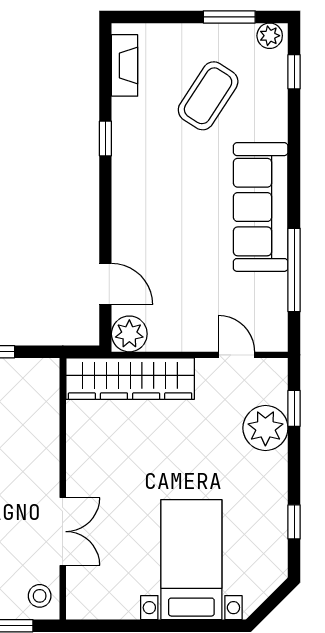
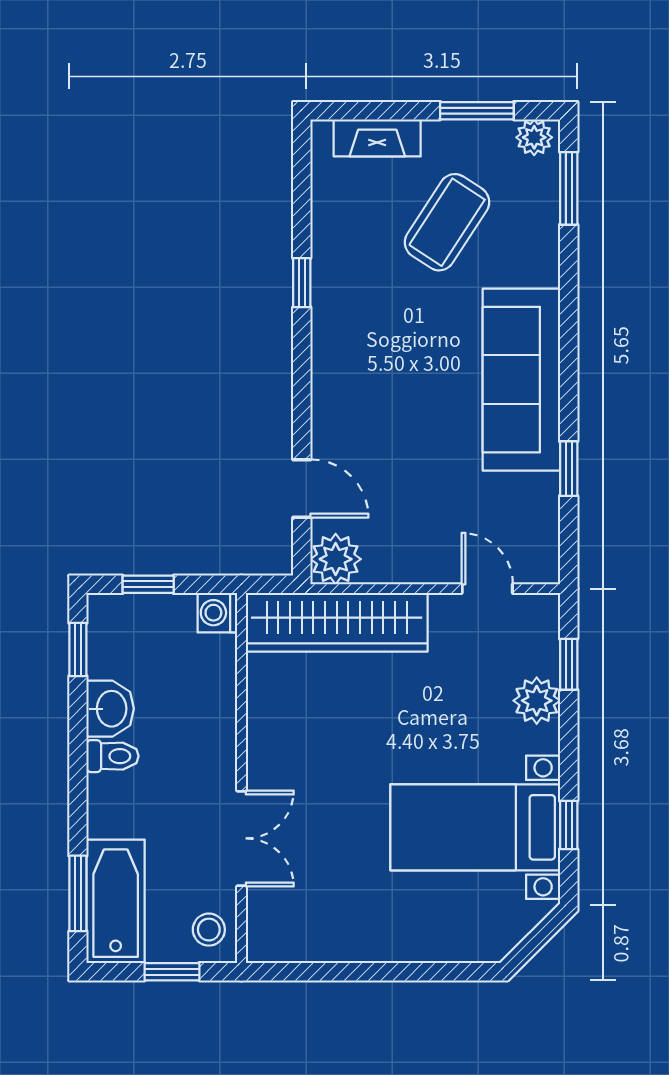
fireplace: (125, 65) -> (377, 138), moved, turned 90
window: (294, 72) -> (569, 188), width x1.50
window: (294, 270) -> (569, 469), width x0.46
washing machine: (46, 372) -> (217, 613), added
plant: (265, 428) -> (537, 701), width x0.73, depth x0.73
bed with nightstands: (191, 560) -> (475, 827), moved, turned -90

